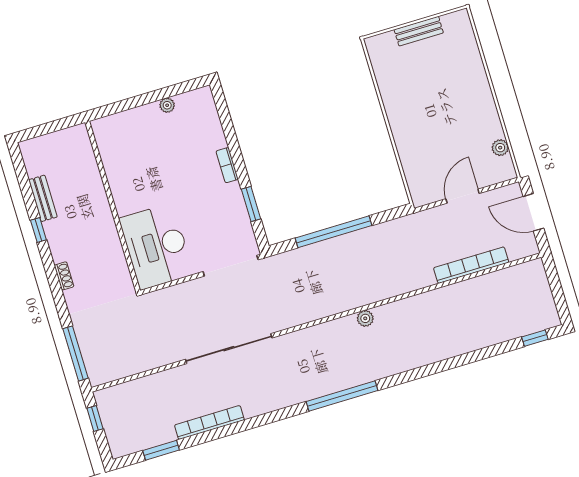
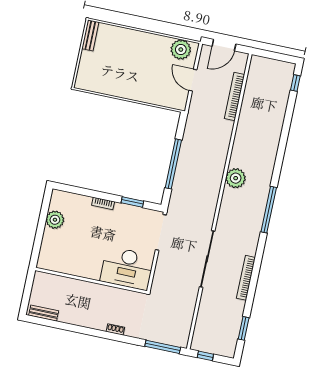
bench: (419, 31) -> (90, 35), moved
plant: (167, 105) -> (55, 220), width x1.88, depth x1.88
plant: (500, 148) -> (181, 50), width x1.88, depth x1.88
bench: (43, 198) -> (44, 313), moved
window: (38, 230) -> (82, 330), removed
plant: (365, 318) -> (236, 178), width x1.88, depth x1.88
bookcase: (209, 422) -> (246, 278), moved

